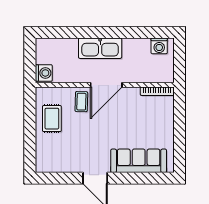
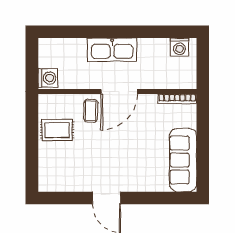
rug: (52, 119) -> (57, 130), turned 90
sofa: (139, 161) -> (183, 160), moved, turned -90

